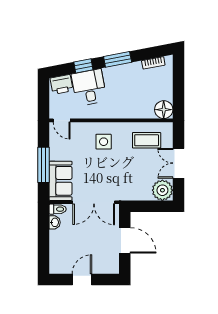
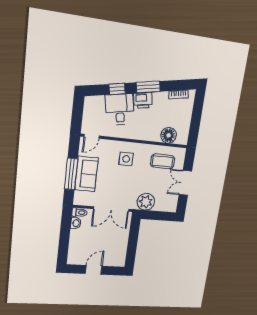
printer: (61, 84) -> (143, 100), moved
floor lamp: (164, 110) -> (169, 135), moved
door: (62, 120) -> (92, 136), hinge flipped
sofa: (60, 181) -> (86, 174), moved
plant: (162, 190) -> (146, 202), moved
door: (125, 240) -> (133, 241), removed

